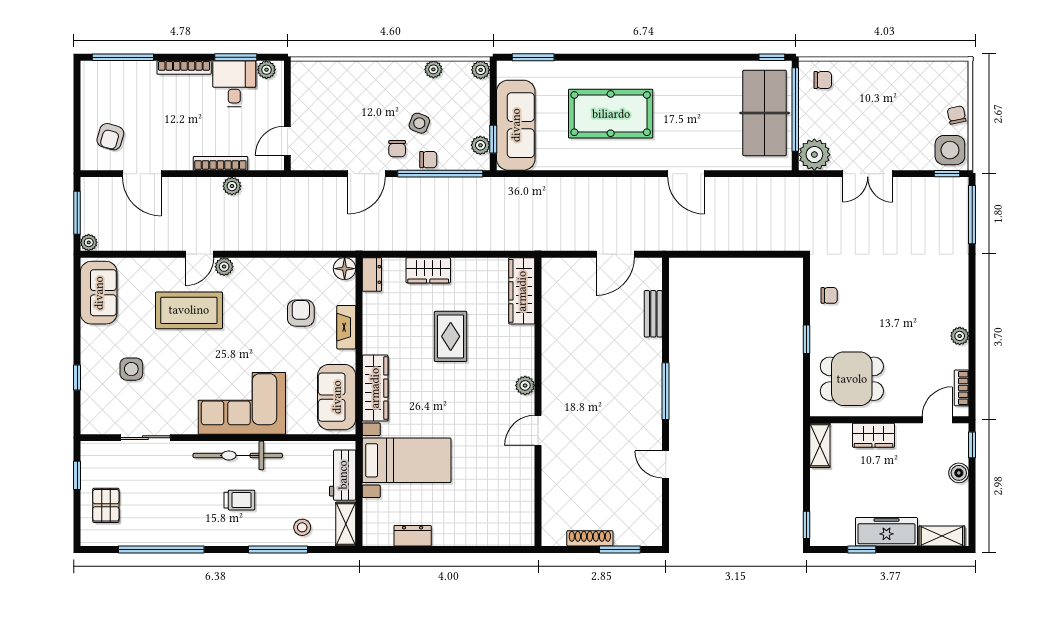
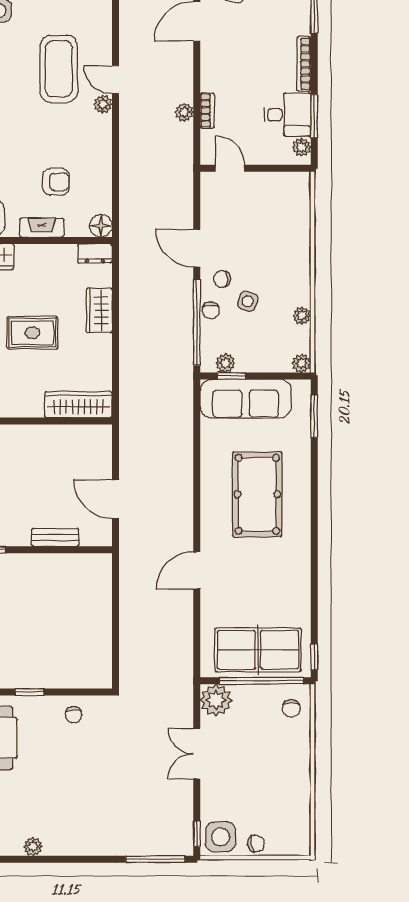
bookcase: (220, 163) -> (207, 111), width x0.64

